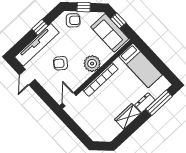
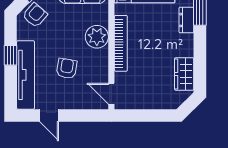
armchair: (61, 63) -> (67, 68), turned 151
wardrobe: (128, 116) -> (184, 74), moved

